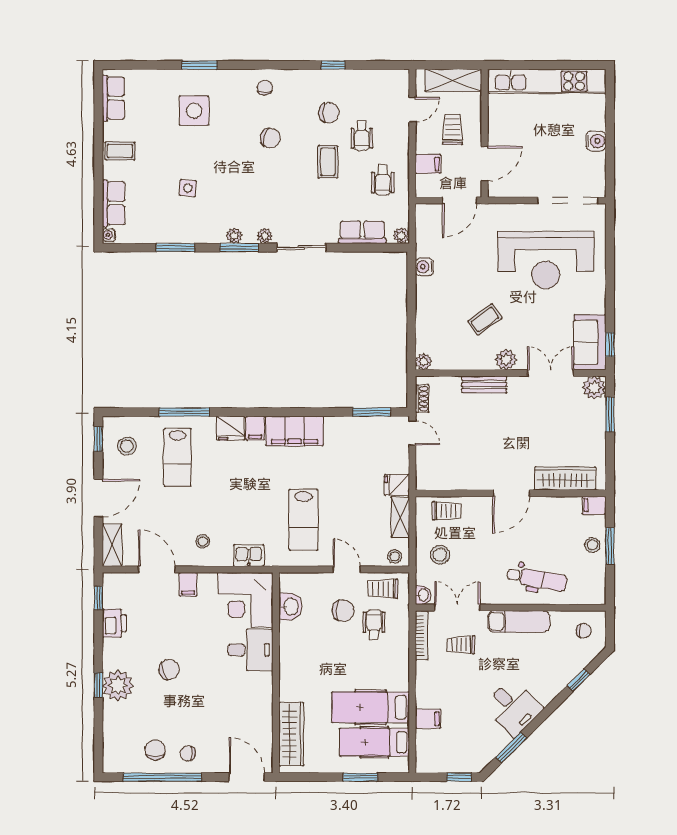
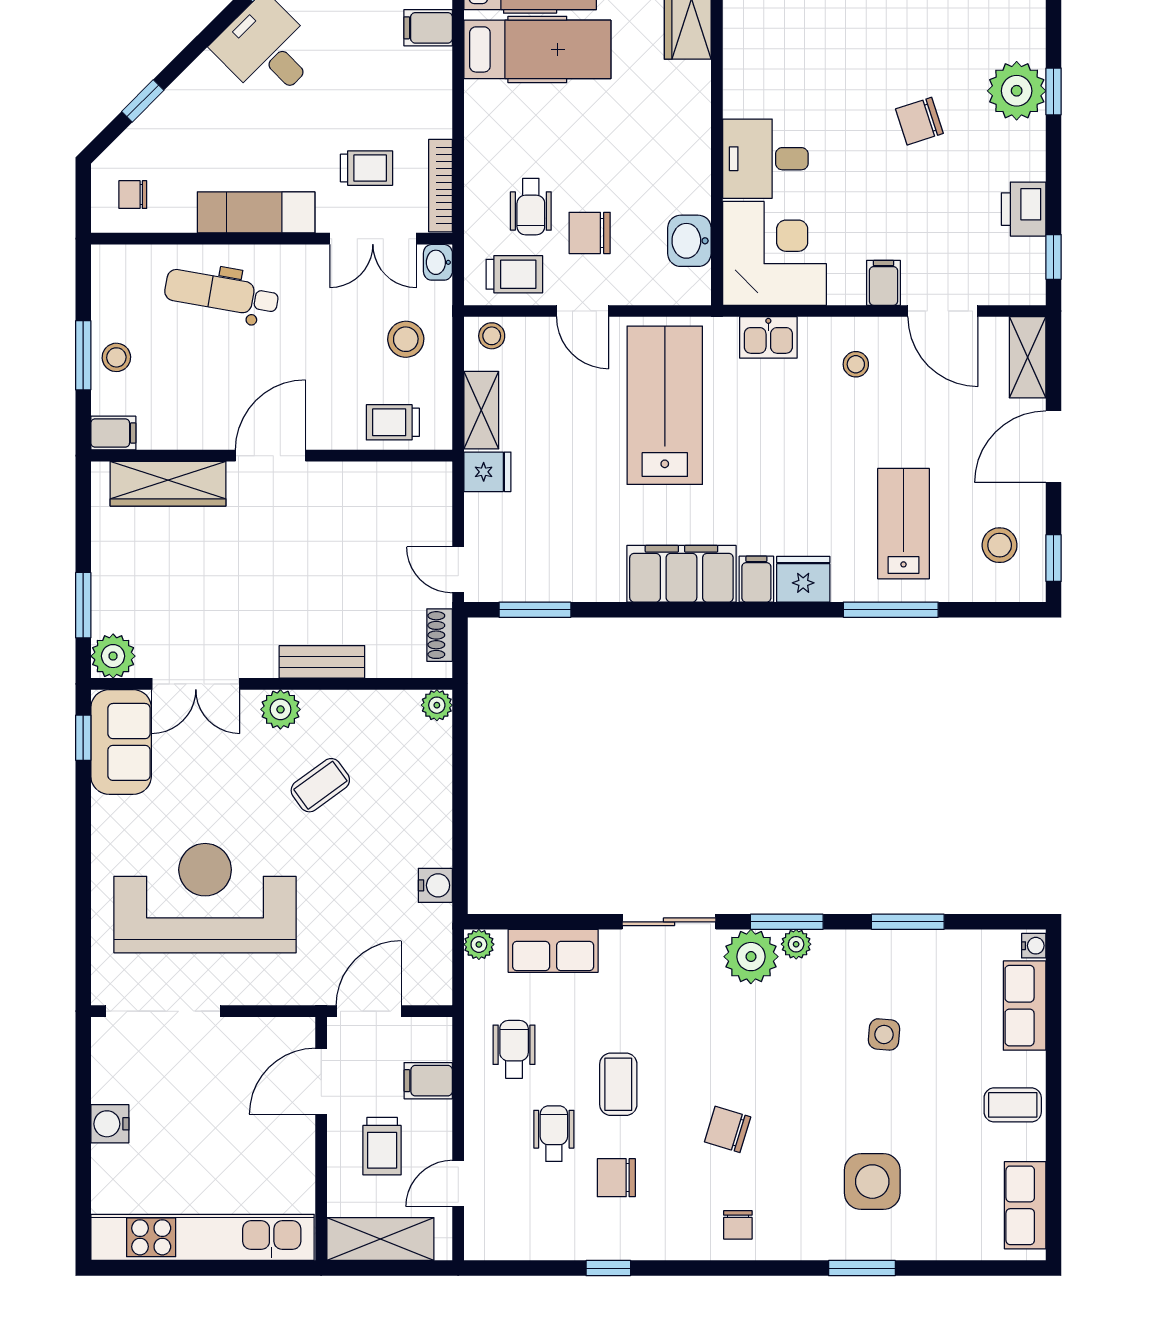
plant: (265, 236) -> (751, 957), width x1.88, depth x1.88
lab bench: (303, 520) -> (665, 405), width x1.36, depth x1.39

